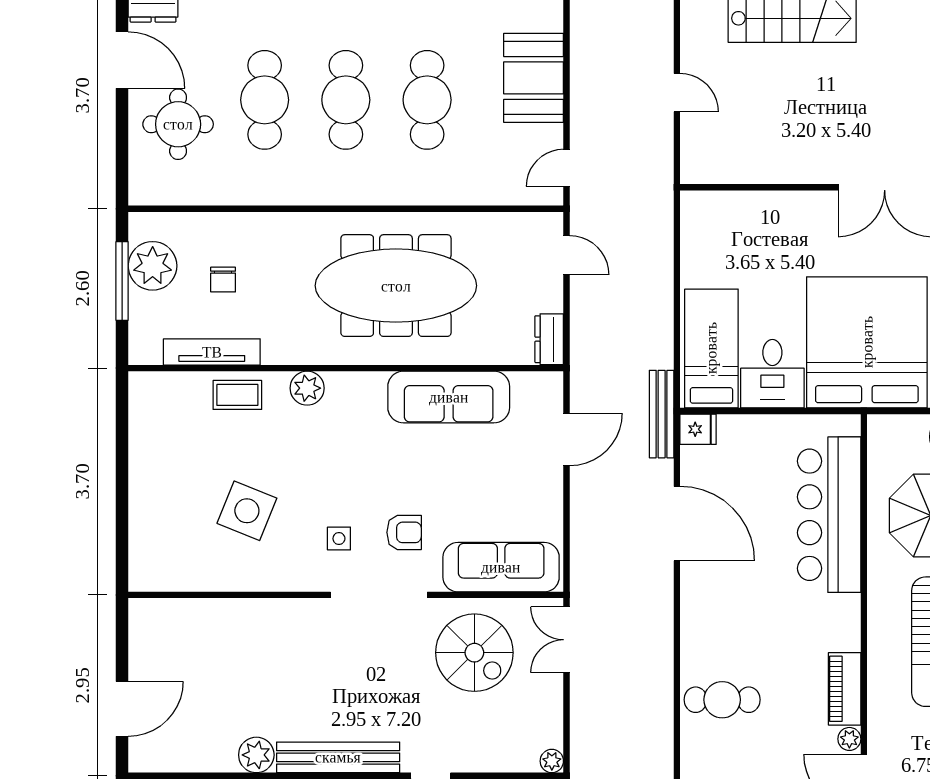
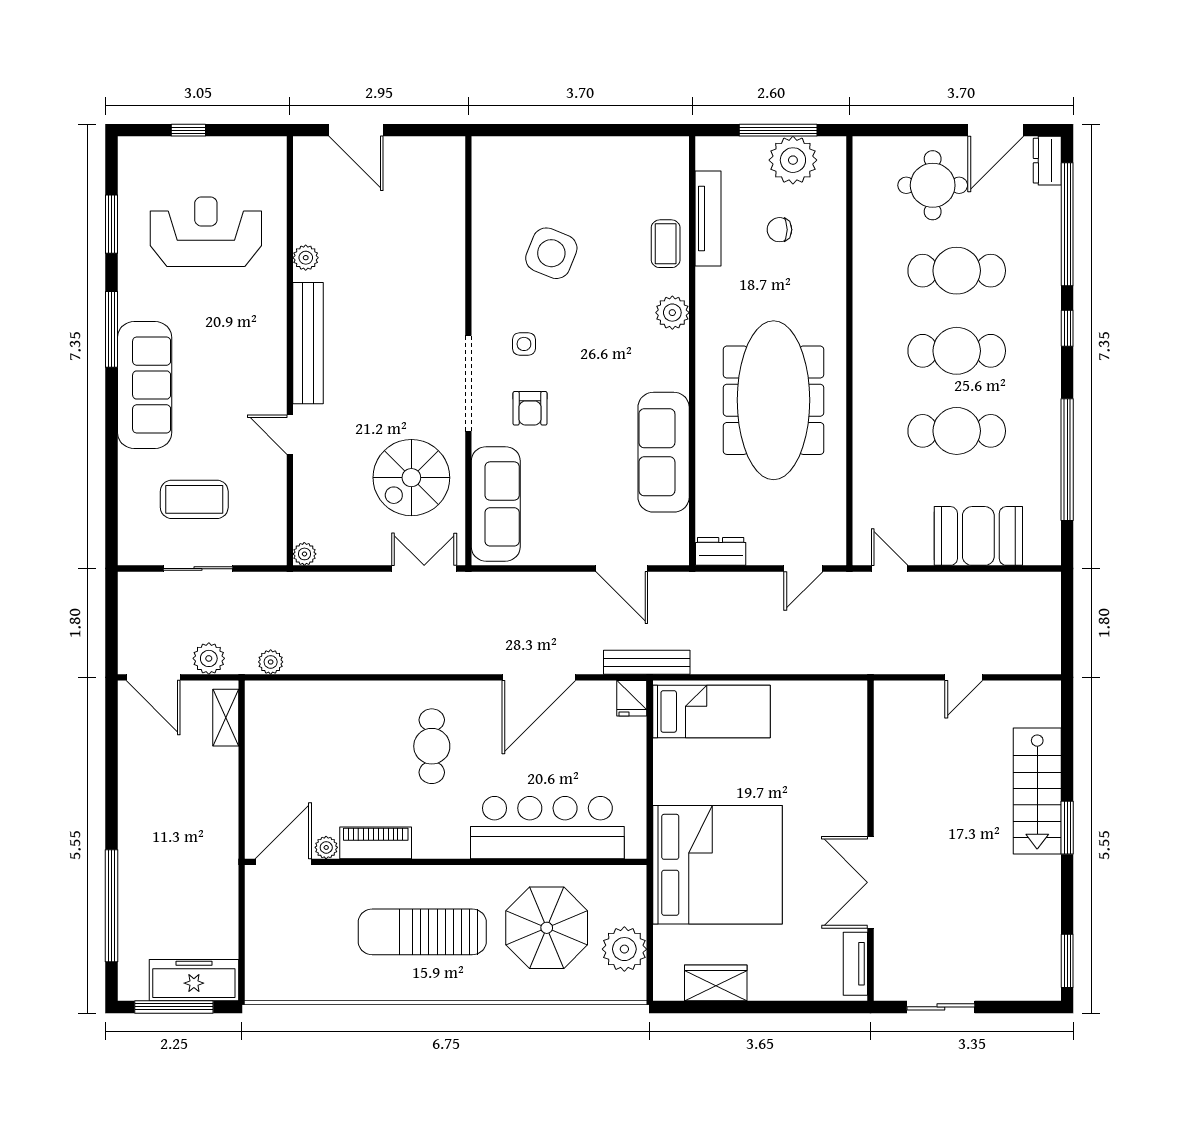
desk: (772, 374) -> (687, 772), removed
cafe table: (722, 700) -> (432, 746), moved
plant: (256, 755) -> (306, 258), width x0.73, depth x0.73

